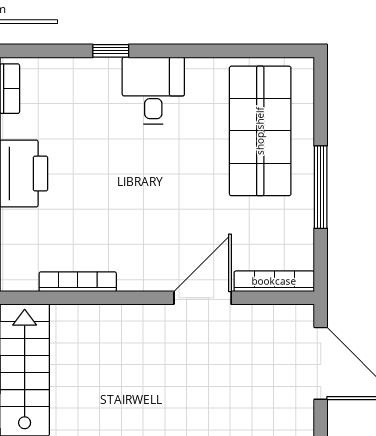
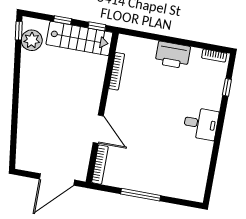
window: (111, 51) -> (227, 87), moved
shop shelf: (260, 131) -> (172, 171), removed

